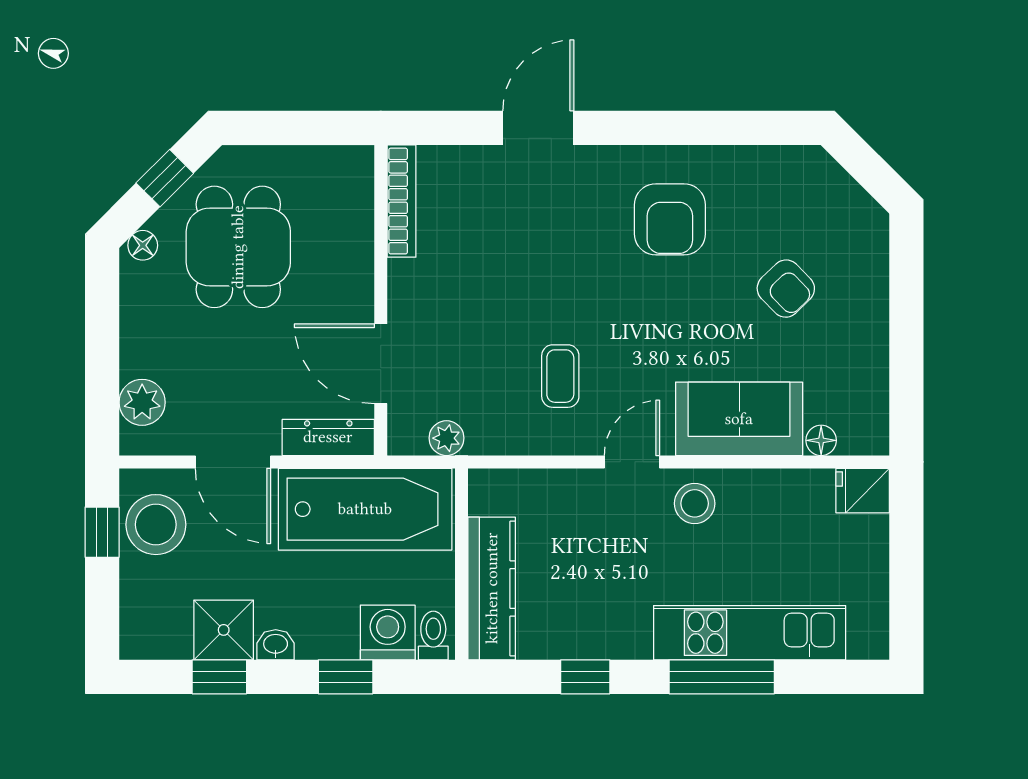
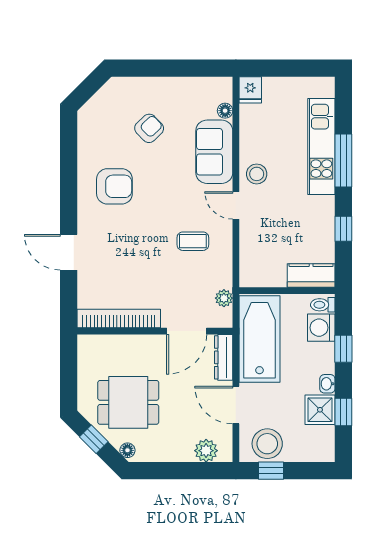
bookcase: (402, 201) -> (119, 318), width x1.48, depth x1.31
door: (233, 462) -> (236, 405), swing flipped
kitchen counter: (492, 588) -> (311, 276), width x0.67

